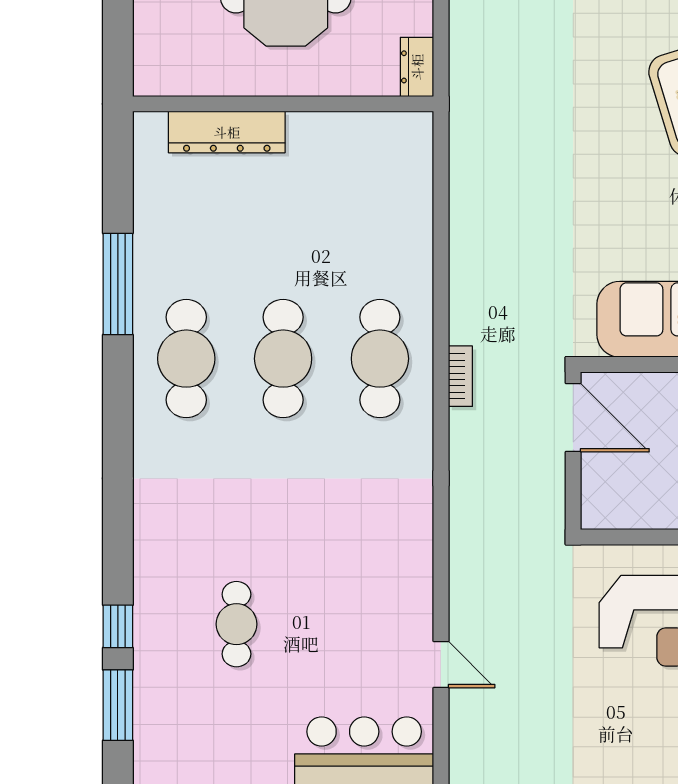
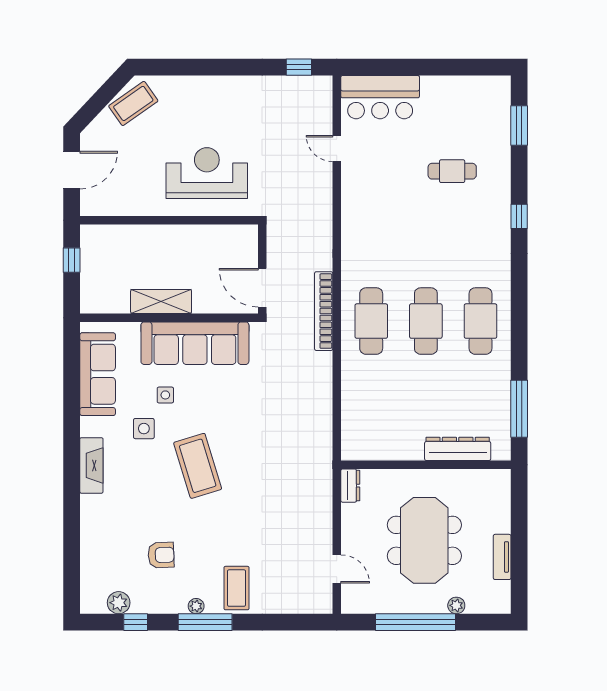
window: (118, 284) -> (519, 409), moved
bookcase: (460, 376) -> (324, 311), width x2.31, depth x1.31
cafe table: (236, 624) -> (452, 171), turned 90
window: (118, 626) -> (519, 216), moved

